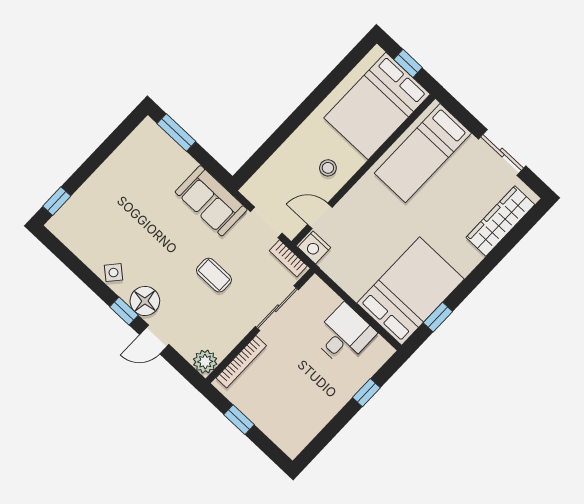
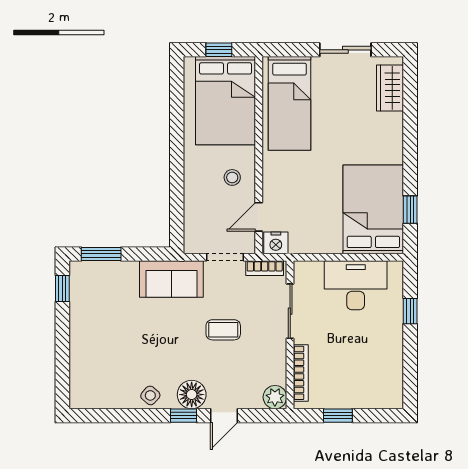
window: (57, 201) -> (62, 288), moved
wardrobe: (500, 221) -> (390, 88), width x0.67
desk: (344, 335) -> (356, 285), width x1.37

